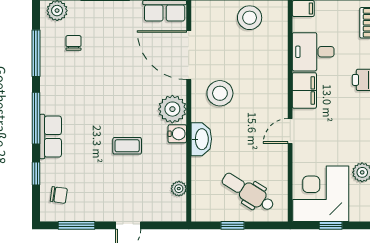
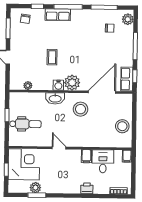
filing cabinet: (304, 90) -> (86, 156), width x0.50
dental chair: (248, 192) -> (25, 124), turned 58

